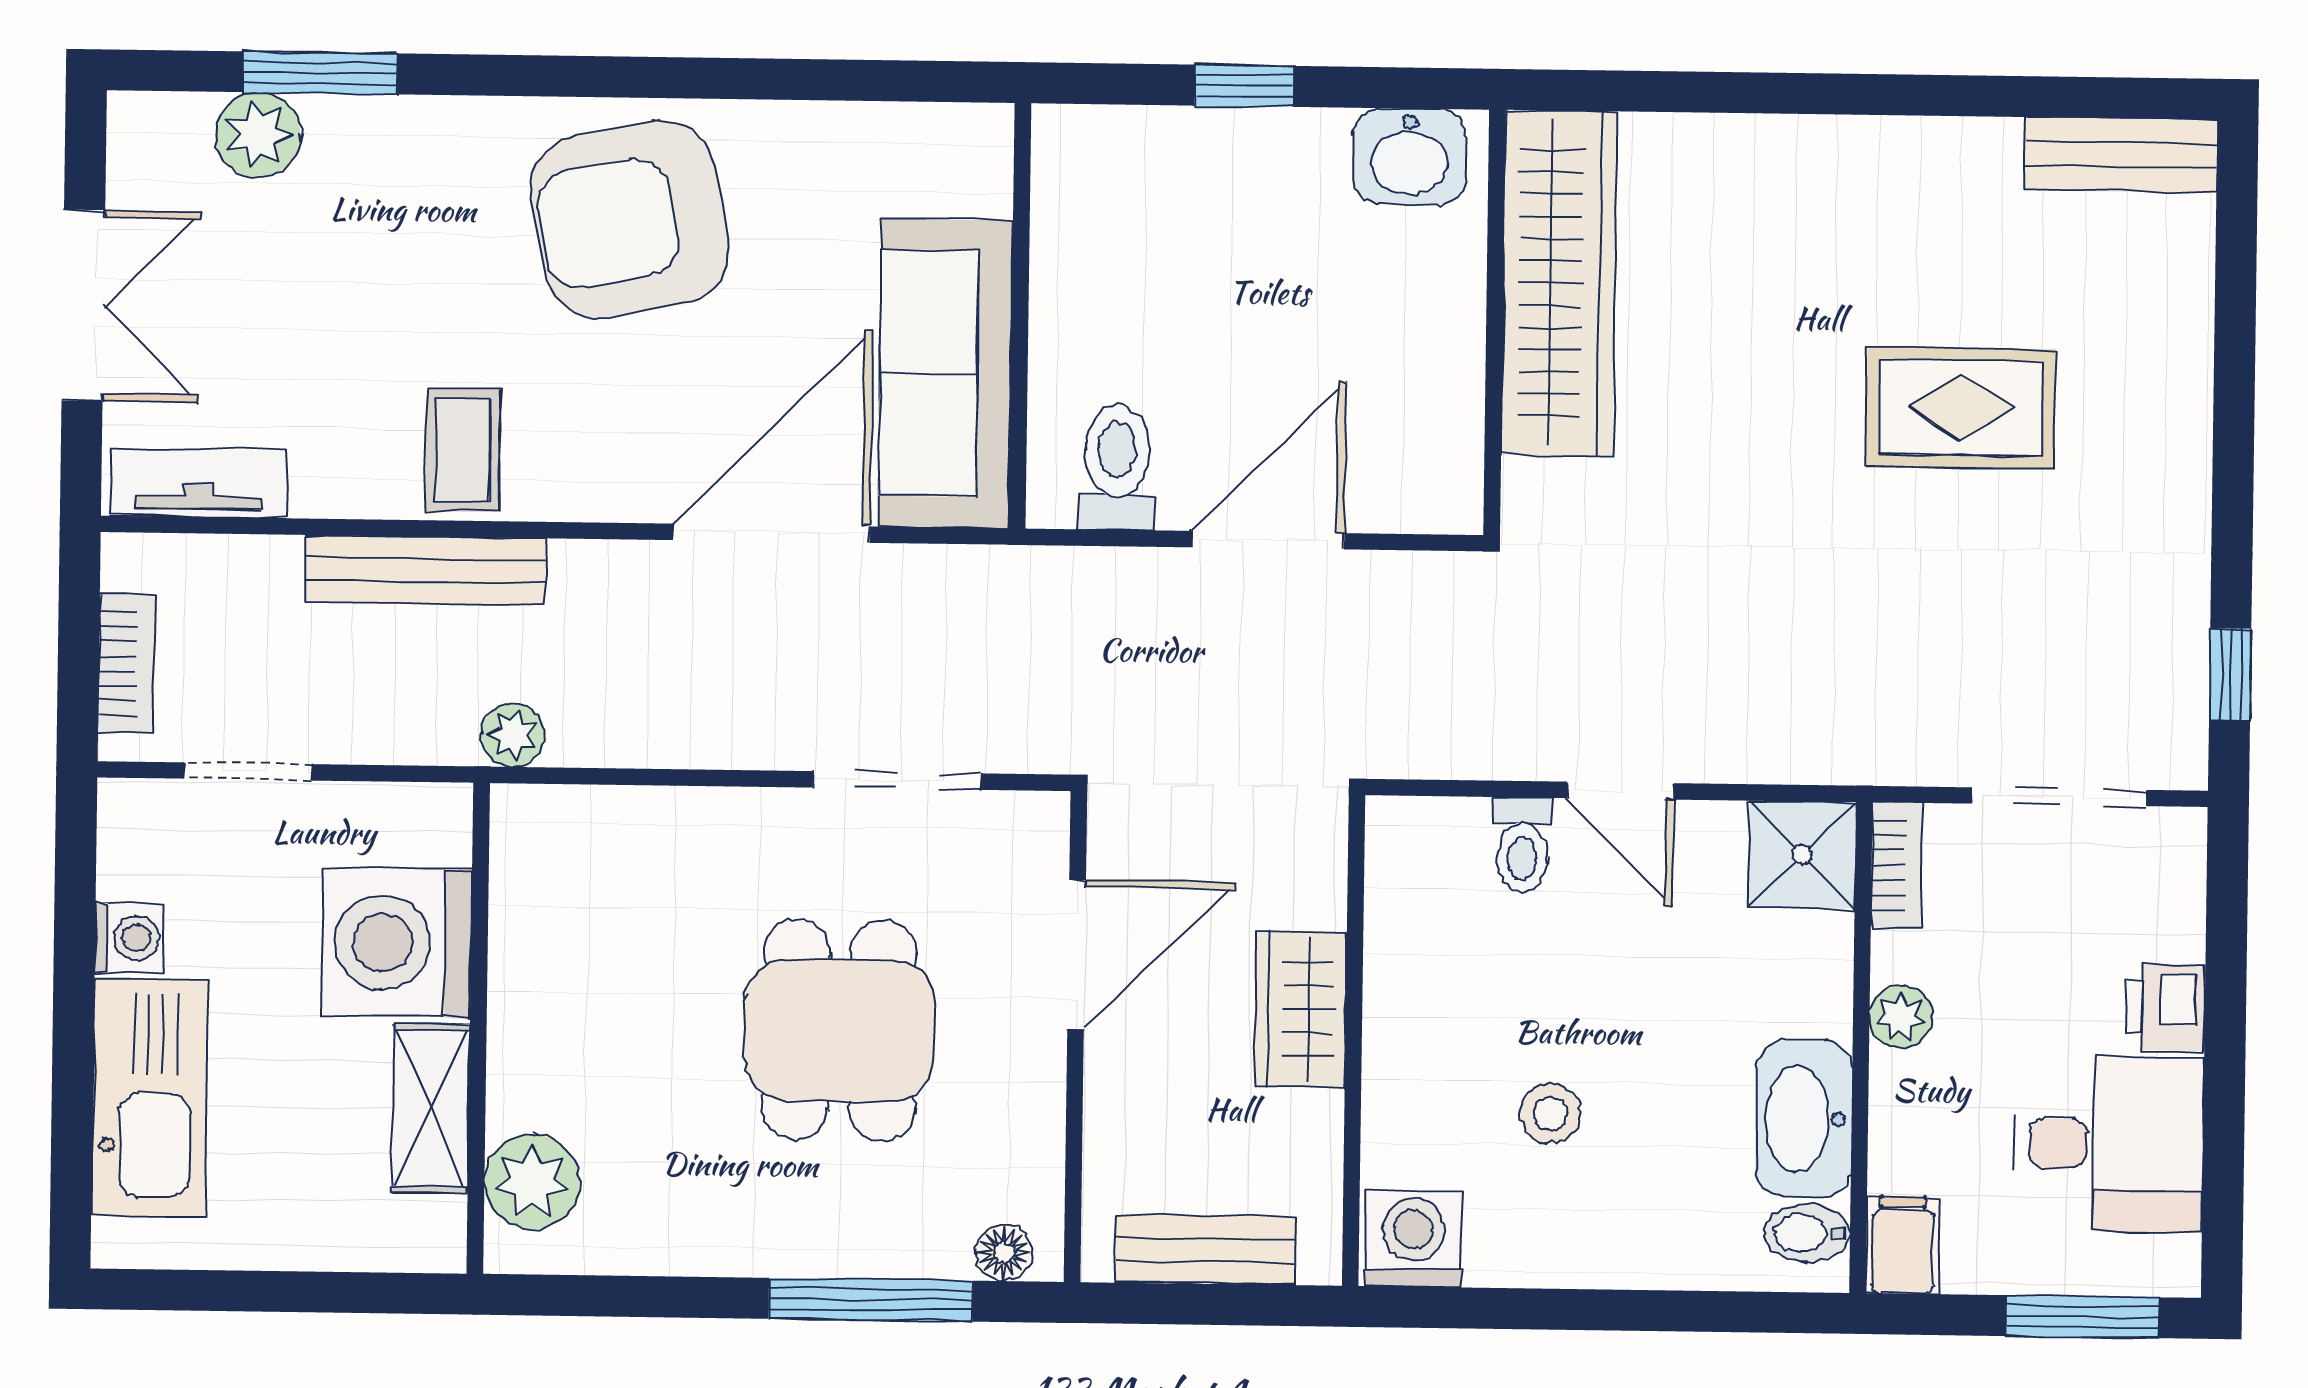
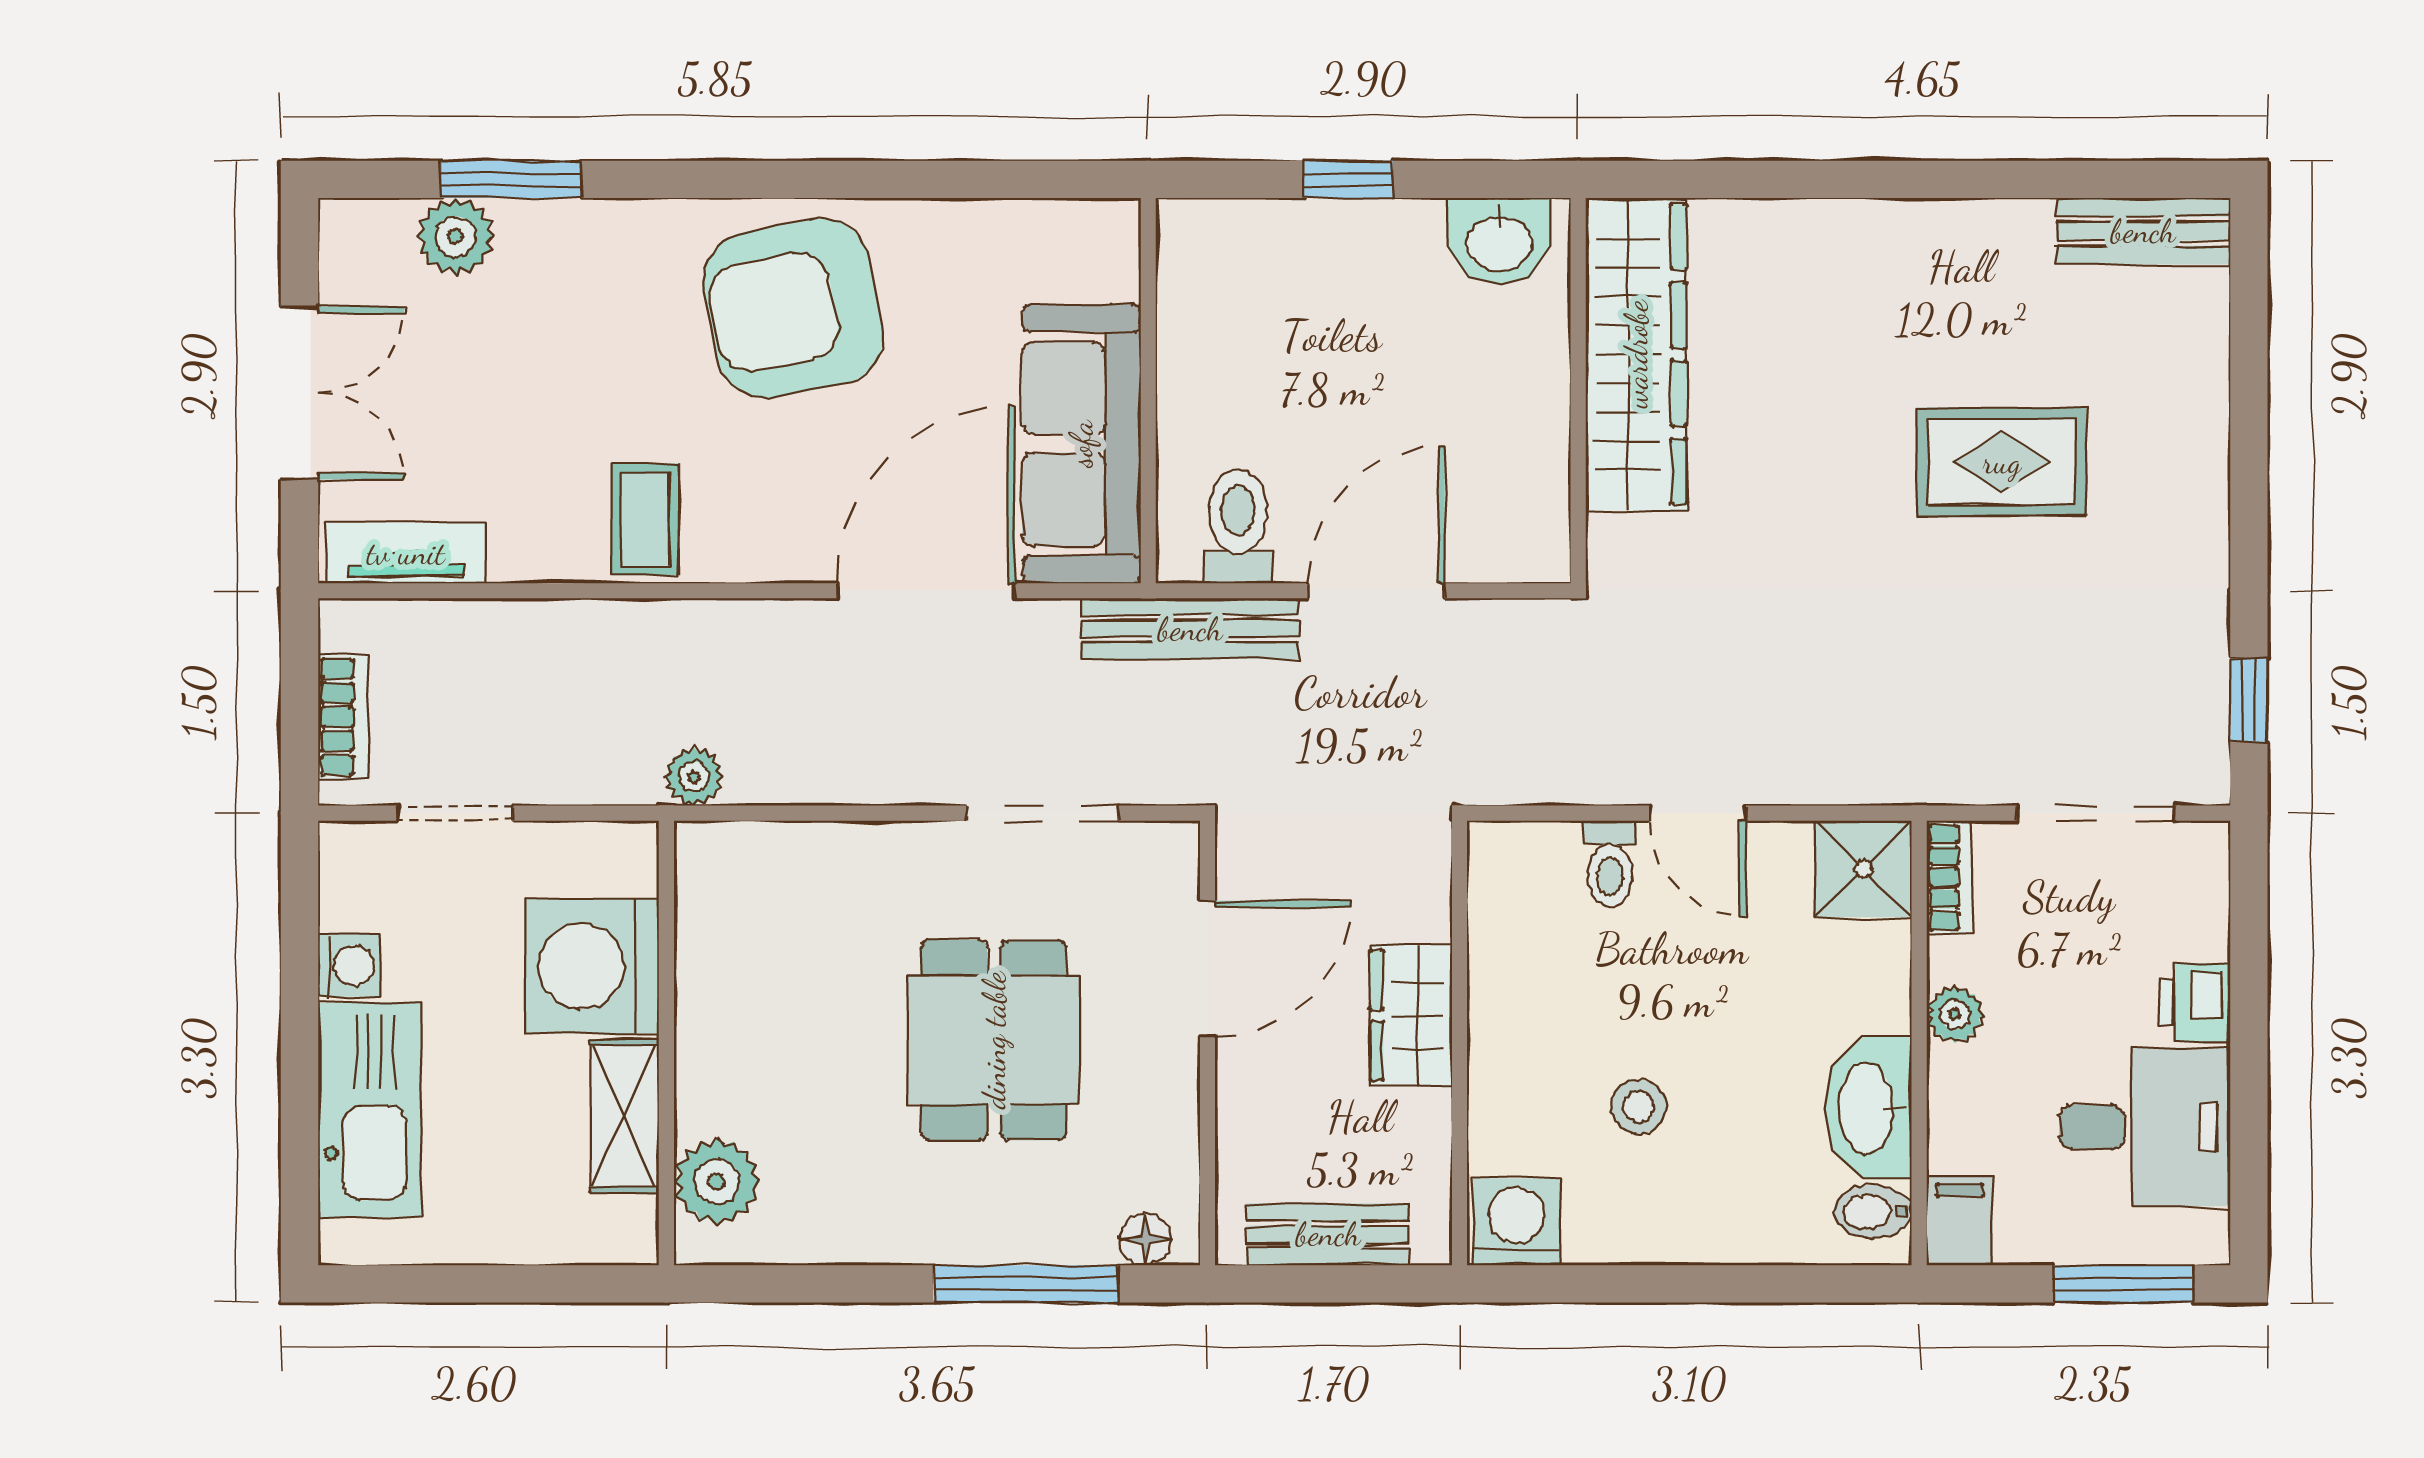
bench: (425, 570) -> (1190, 629), moved

